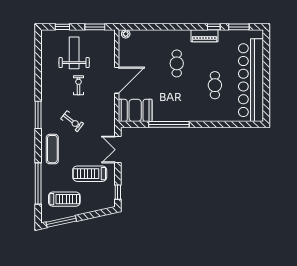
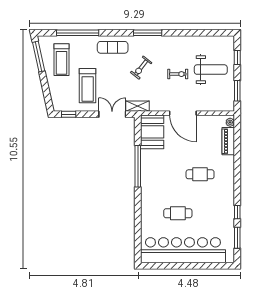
piano: (204, 36) -> (228, 141), moved
shelving: (110, 125) -> (137, 106), added
treadmill: (90, 174) -> (88, 86), turned 180

